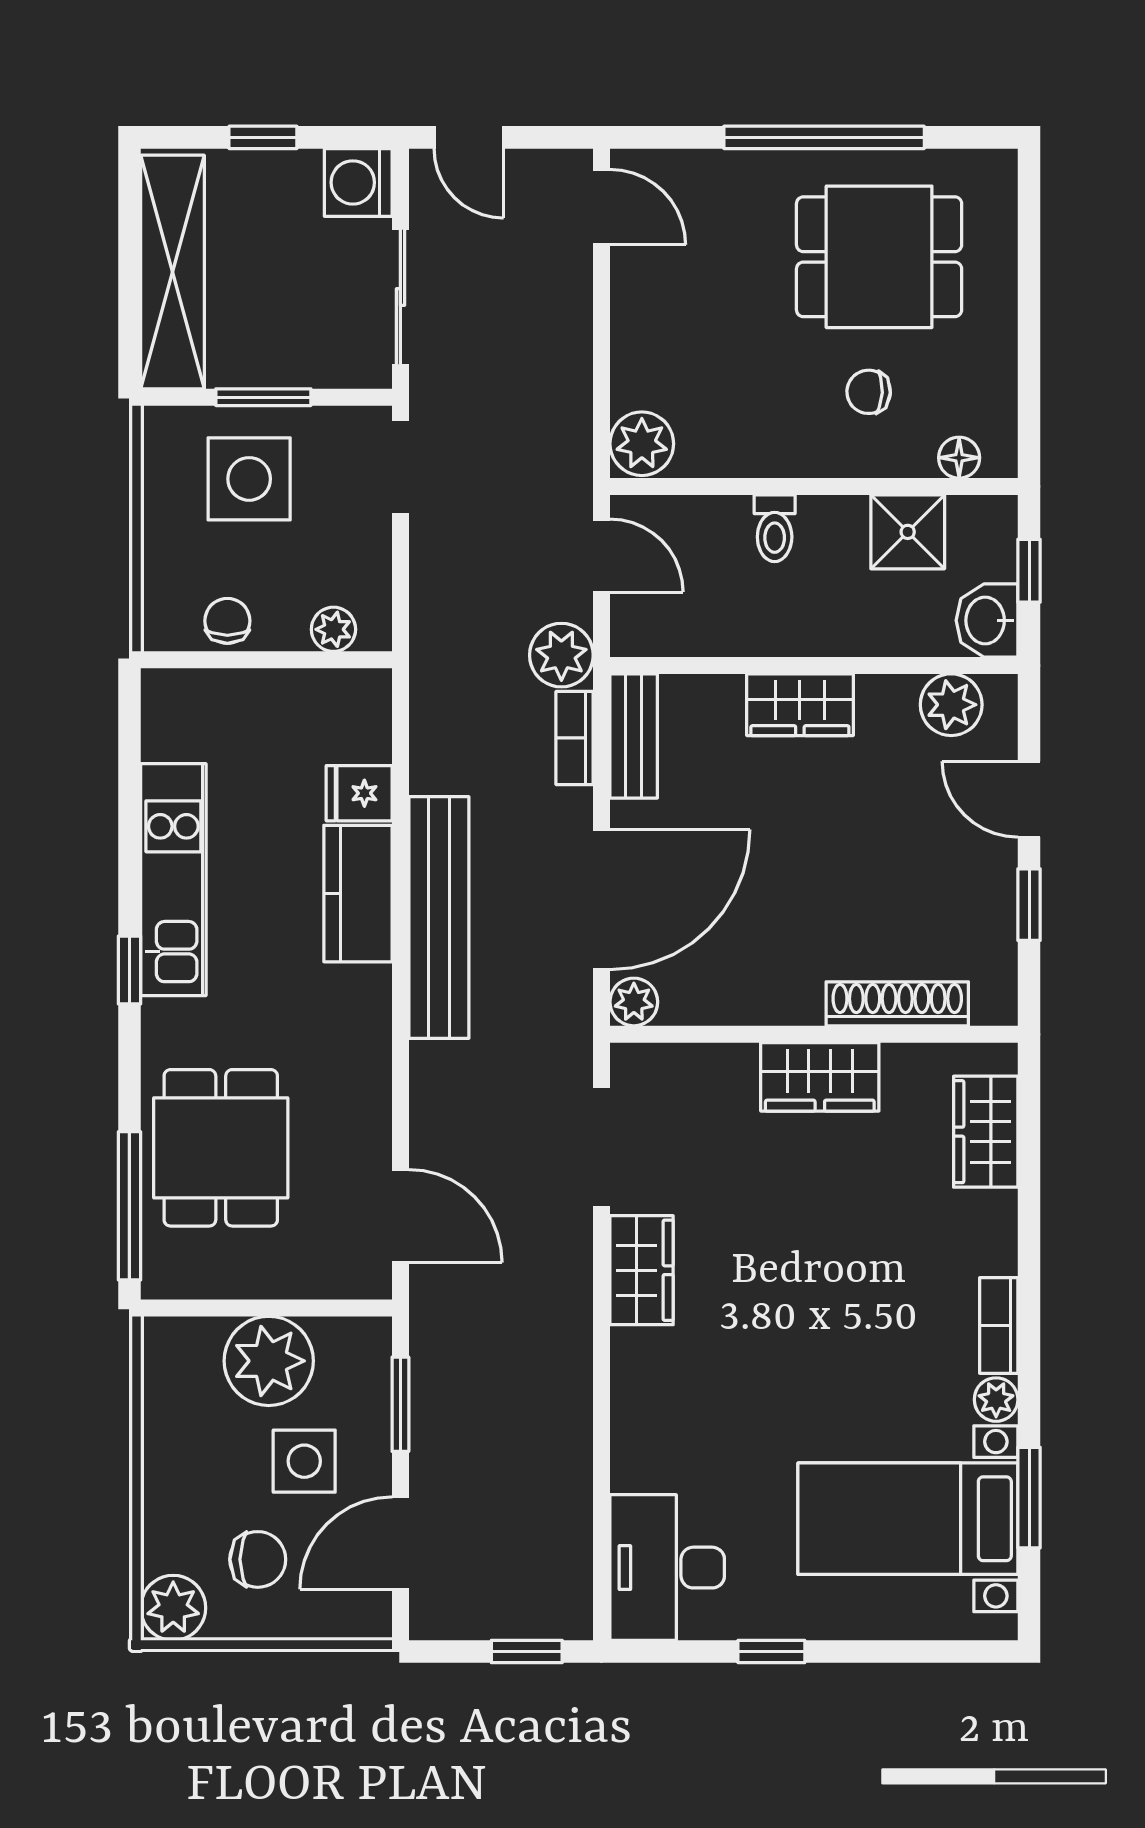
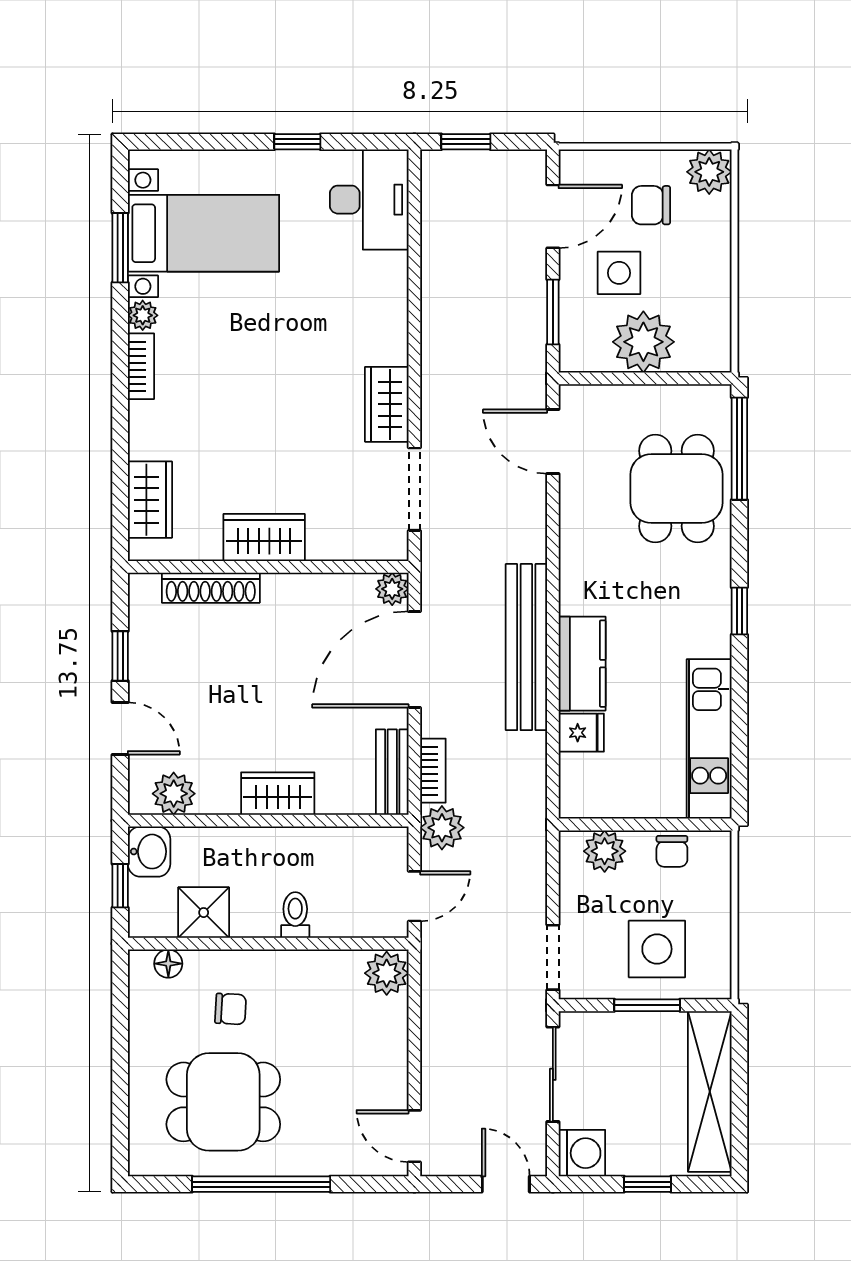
door: (602, 556) -> (414, 896), swing flipped
plant: (333, 629) -> (605, 851), width x1.38, depth x1.38
kitchen unit: (173, 880) -> (709, 739), moved

